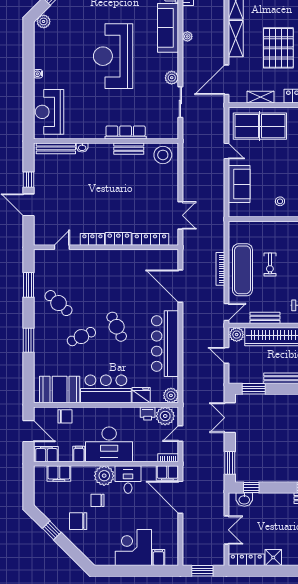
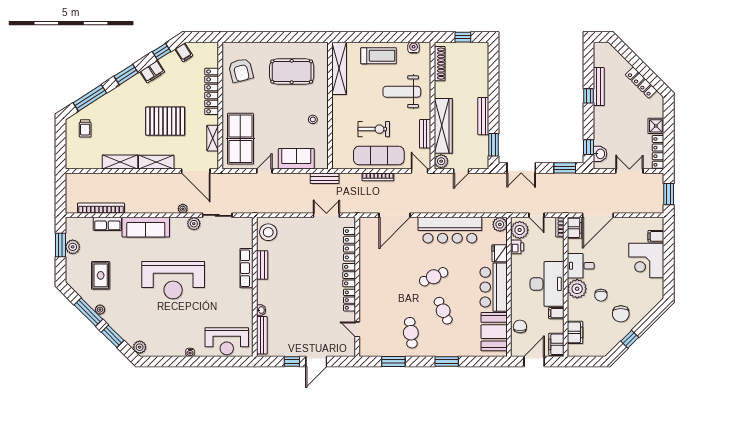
plant: (187, 36) -> (183, 209), moved
bench: (219, 214) -> (325, 178), added
exercise bike: (270, 265) -> (374, 129), width x1.38, depth x1.39
cafe table: (59, 303) -> (411, 333), turned -48

